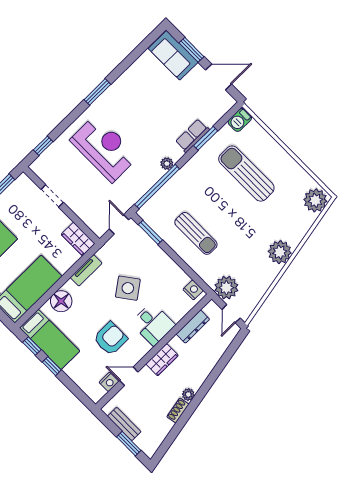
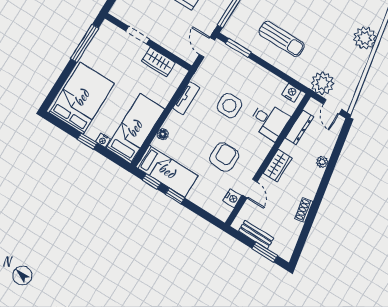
wardrobe: (78, 239) -> (158, 62), moved
side table: (128, 288) -> (229, 106), turned 36
floor lamp: (61, 301) -> (163, 134), width x0.53, depth x0.53
desk: (153, 324) -> (269, 121), moved
door: (129, 376) -> (250, 189), swing flipped
plant: (188, 395) -> (322, 162), moved

